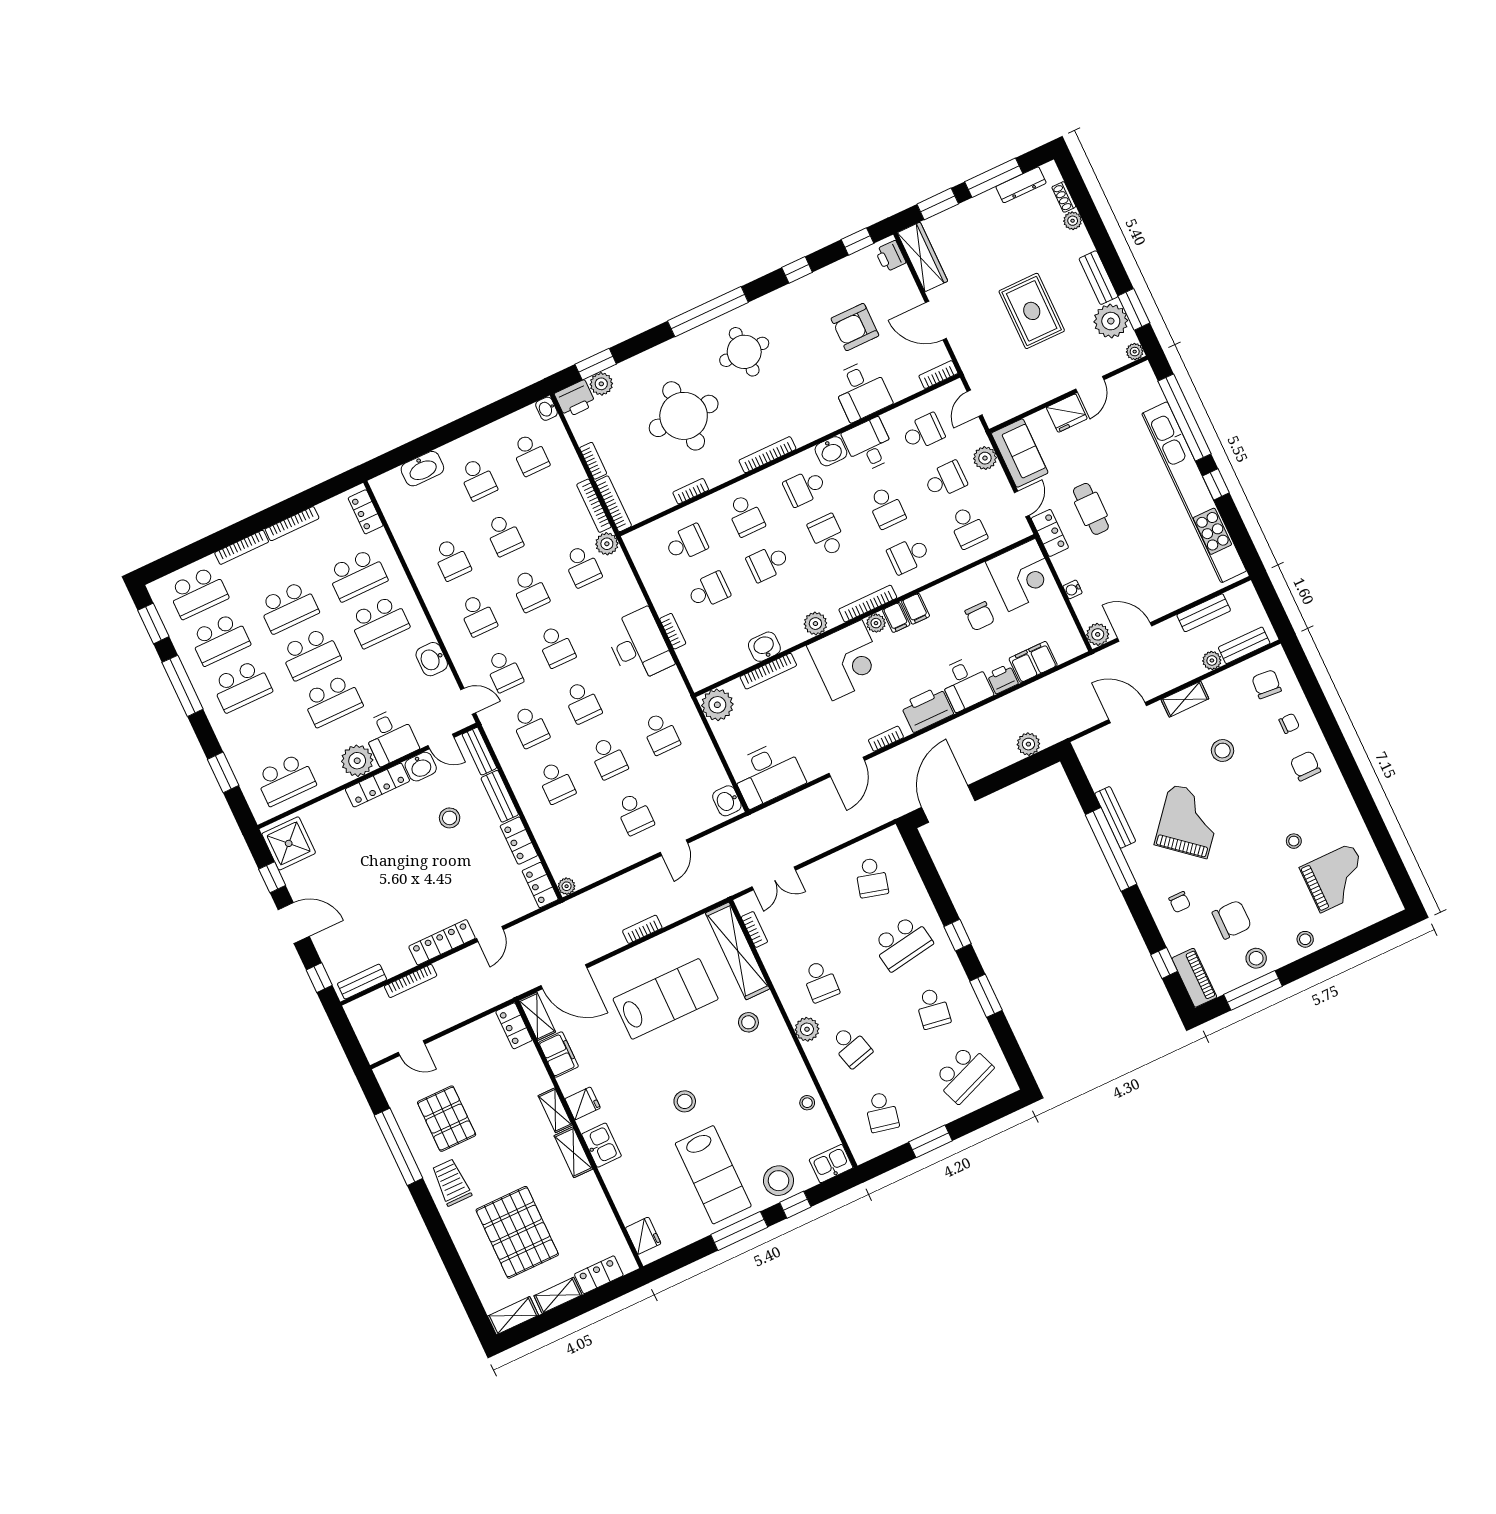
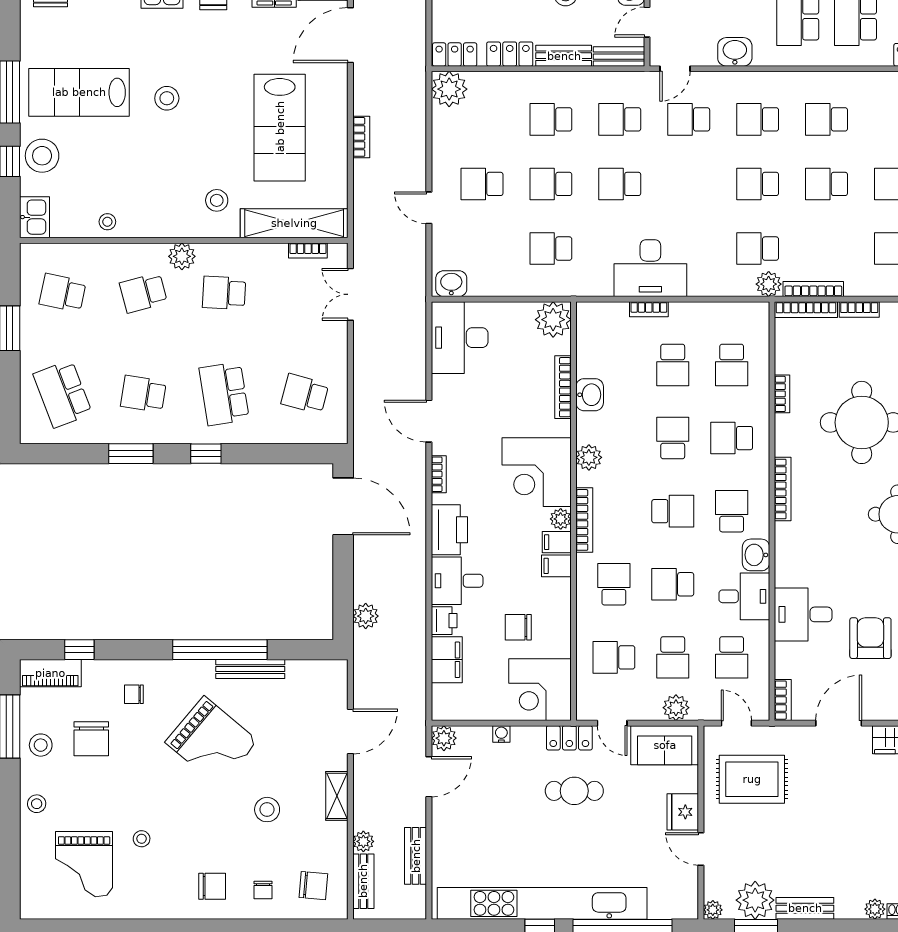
rug: (1032, 311) -> (752, 779), moved
school desk: (556, 646) -> (689, 184), removed
plant: (567, 886) -> (449, 89), width x1.88, depth x1.88

